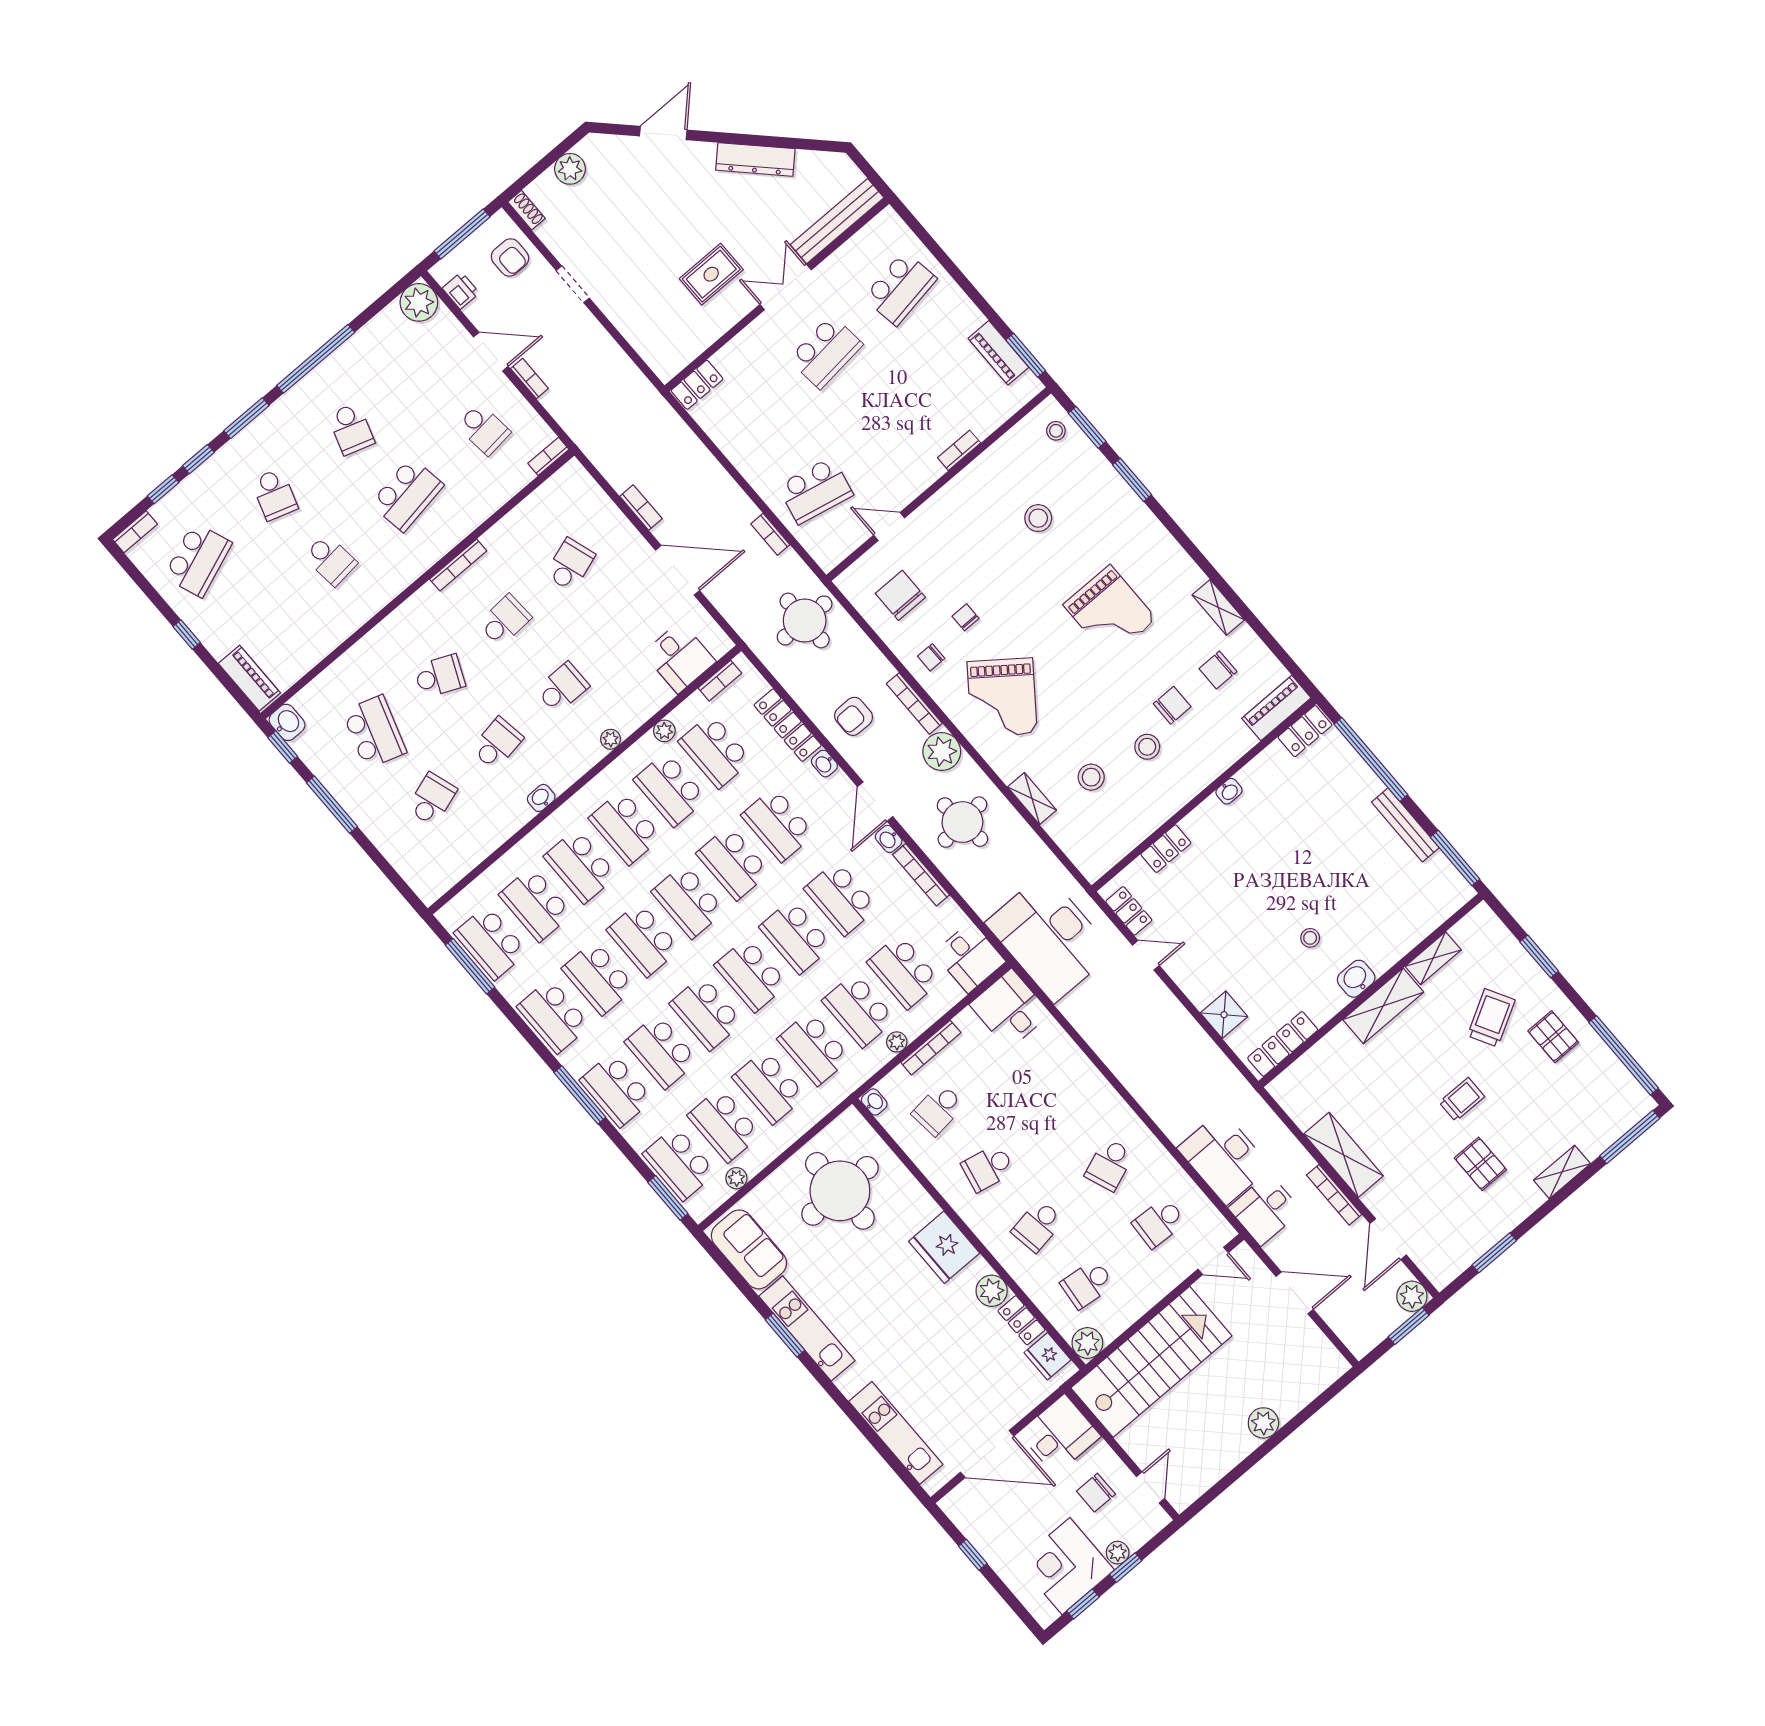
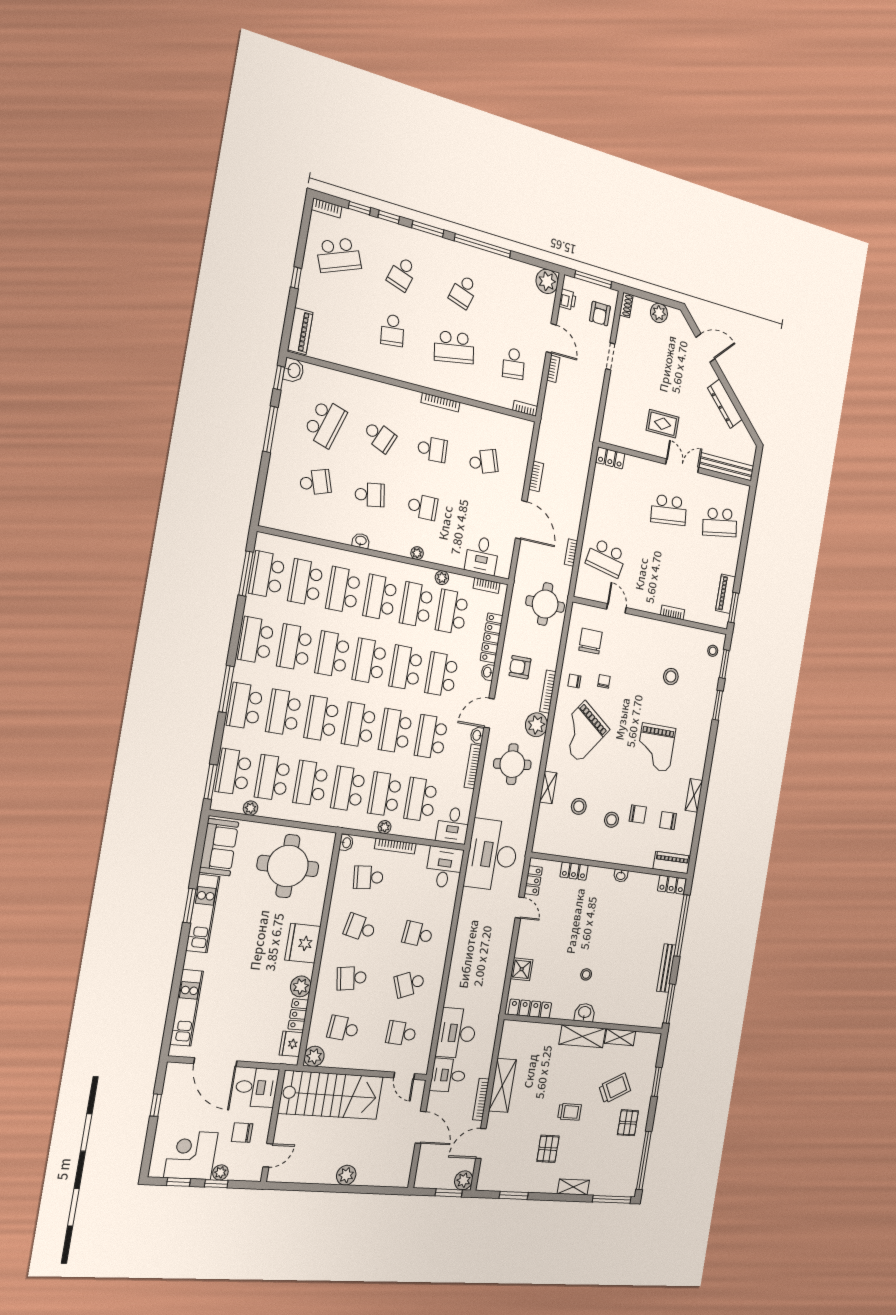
school desk: (1060, 1106) -> (418, 934), added

